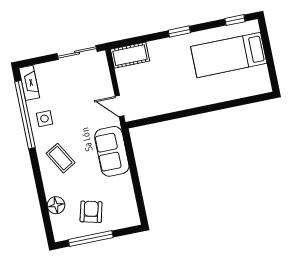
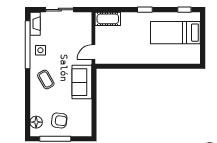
sliding door: (77, 52) -> (60, 10), moved
door: (119, 106) -> (93, 52), hinge flipped
floor lamp: (56, 205) -> (36, 122), moved
armchair: (91, 212) -> (59, 120), turned 83

